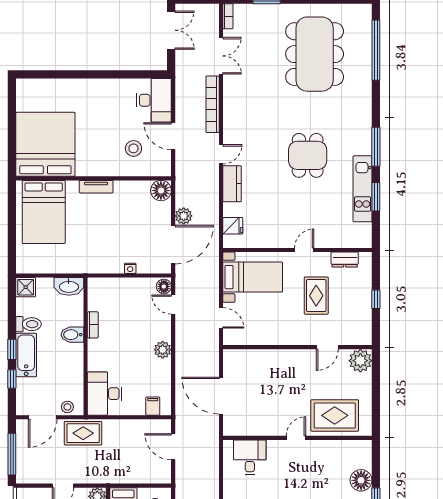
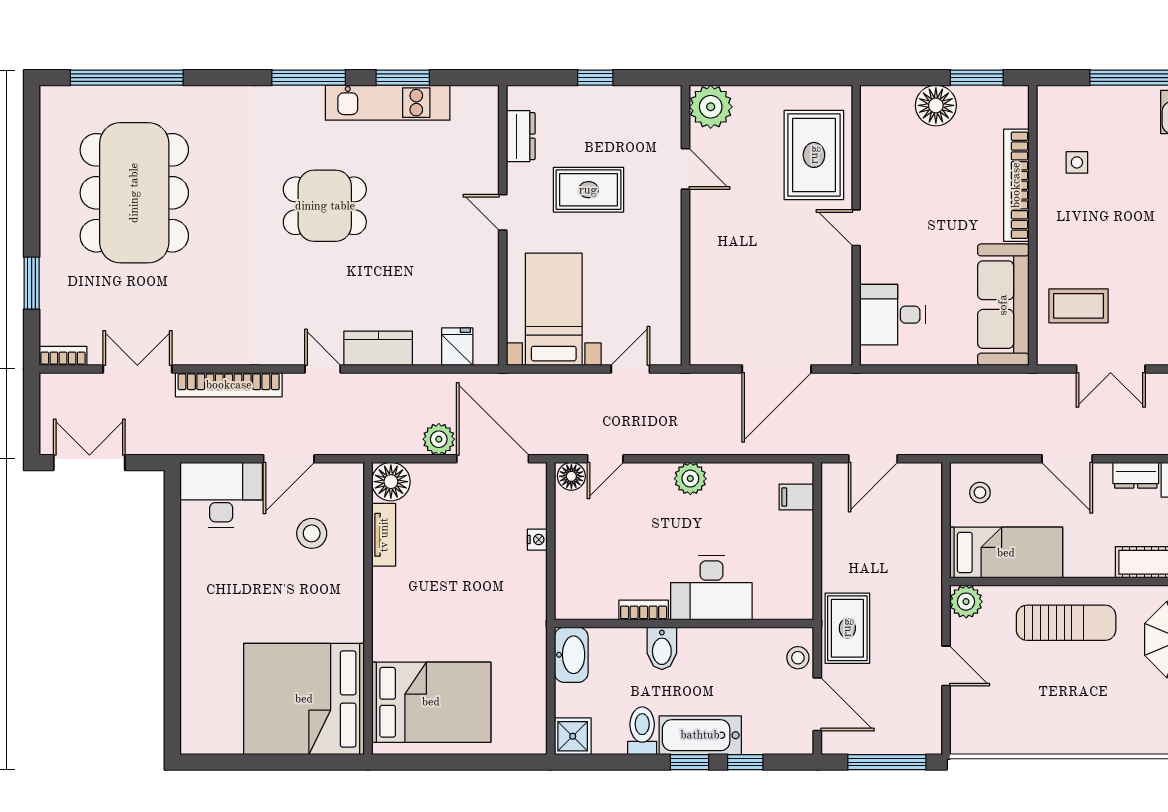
dining table: (315, 54) -> (134, 193), turned 90
tv unit: (96, 187) -> (384, 535), moved
desk: (105, 394) -> (711, 588), moved

